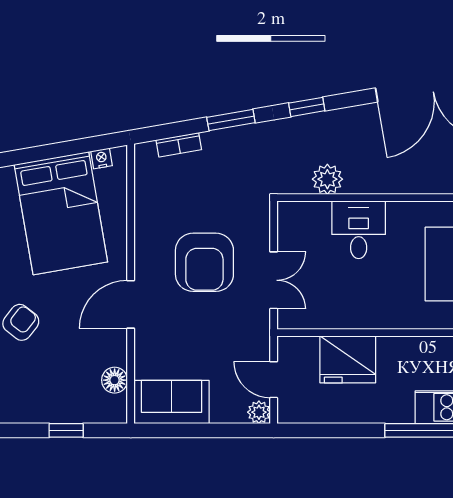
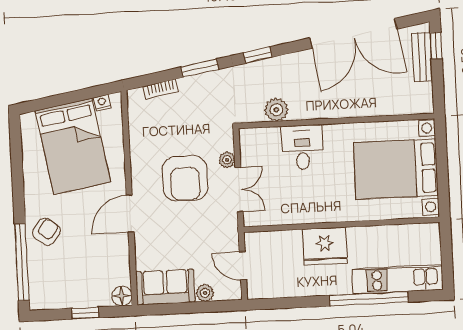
plant: (260, 241) -> (227, 160), added
fridge: (348, 359) -> (325, 246), moved
floor lamp: (115, 380) -> (122, 296), moved
plant: (259, 412) -> (205, 293), moved

